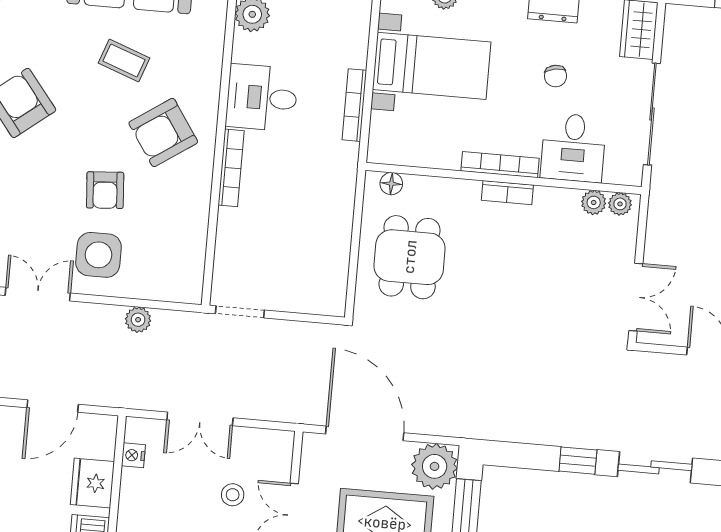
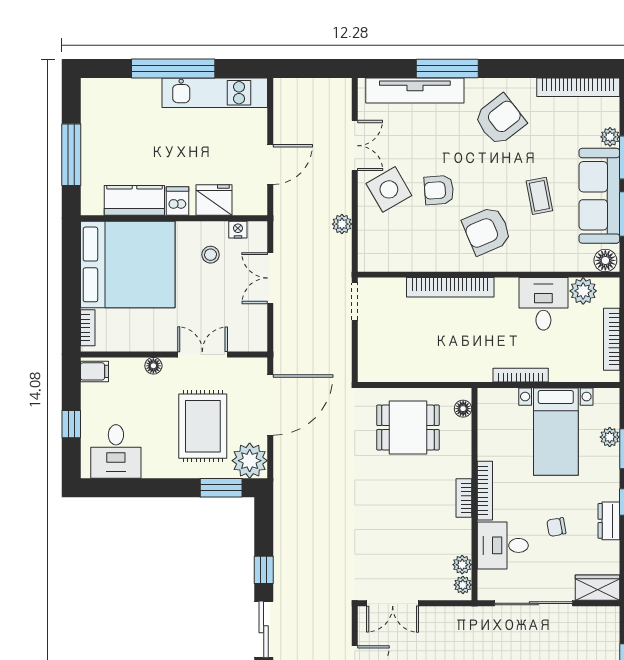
coffee table: (124, 60) -> (539, 196), turned -31
desk: (262, 98) -> (543, 304), moved
armchair: (163, 133) -> (487, 231), turned -79
bookcase: (231, 168) -> (450, 287), width x1.48, depth x1.31
side table: (99, 255) -> (389, 189), turned -30
door: (53, 406) -> (270, 164), swing flipped
stool: (233, 495) -> (211, 255), moved

